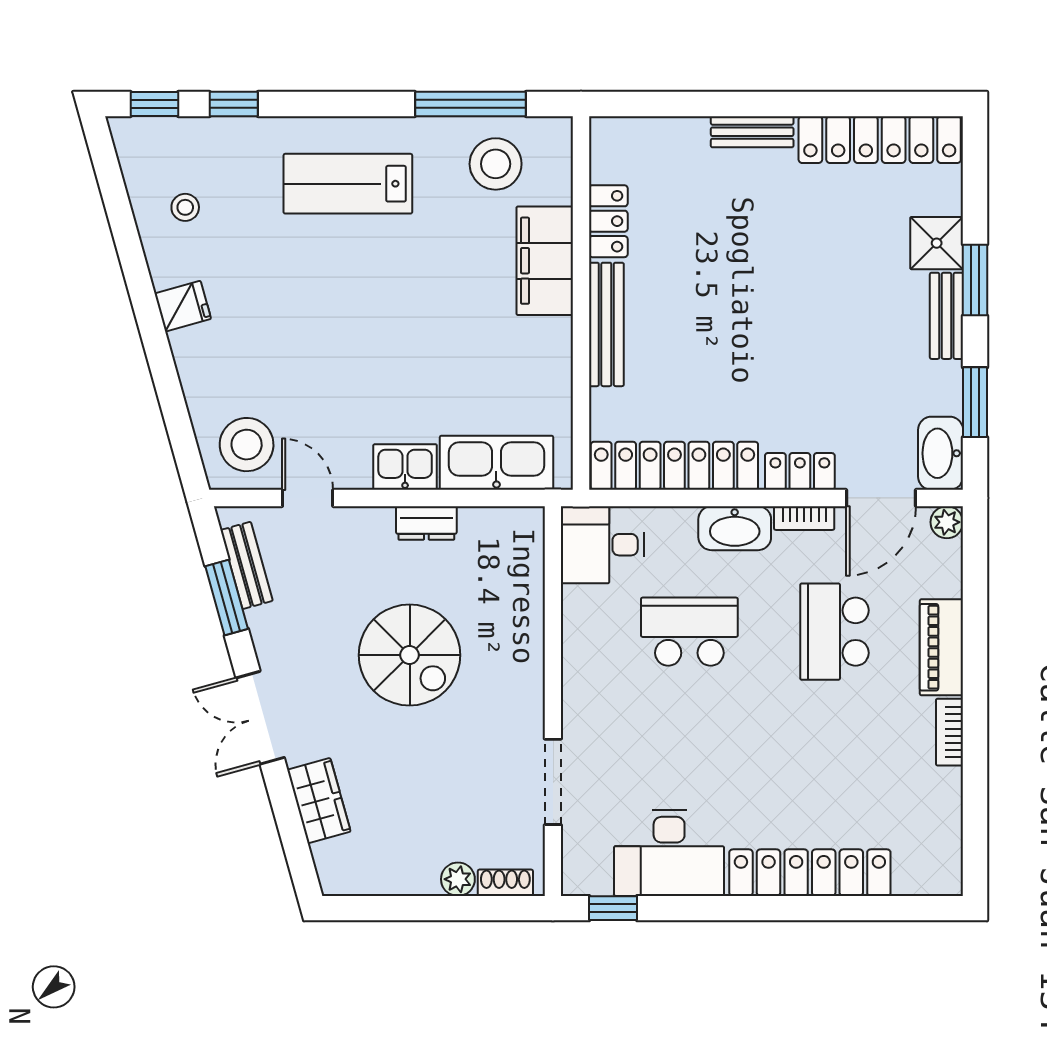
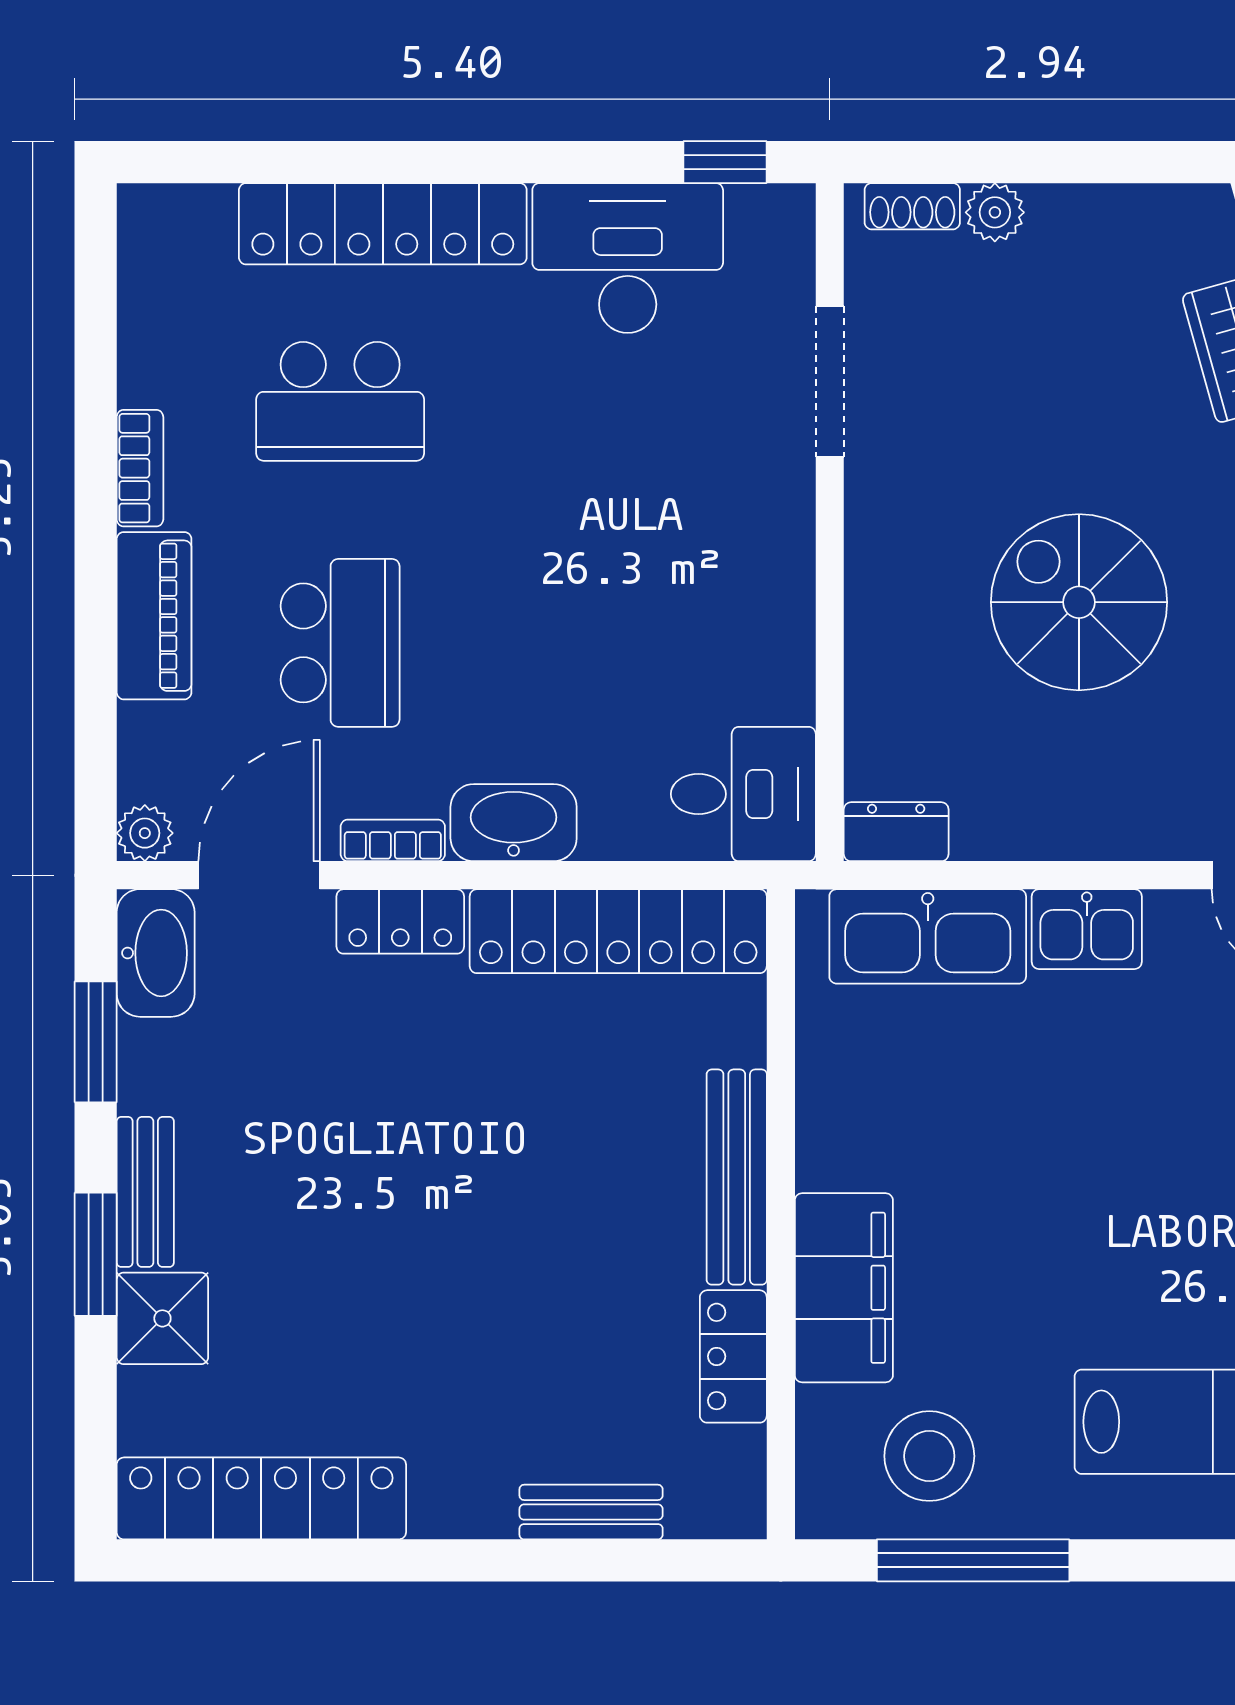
bench: (752, 132) -> (591, 1512), moved
dresser: (426, 523) -> (896, 832), moved
school desk: (689, 632) -> (340, 401), moved

